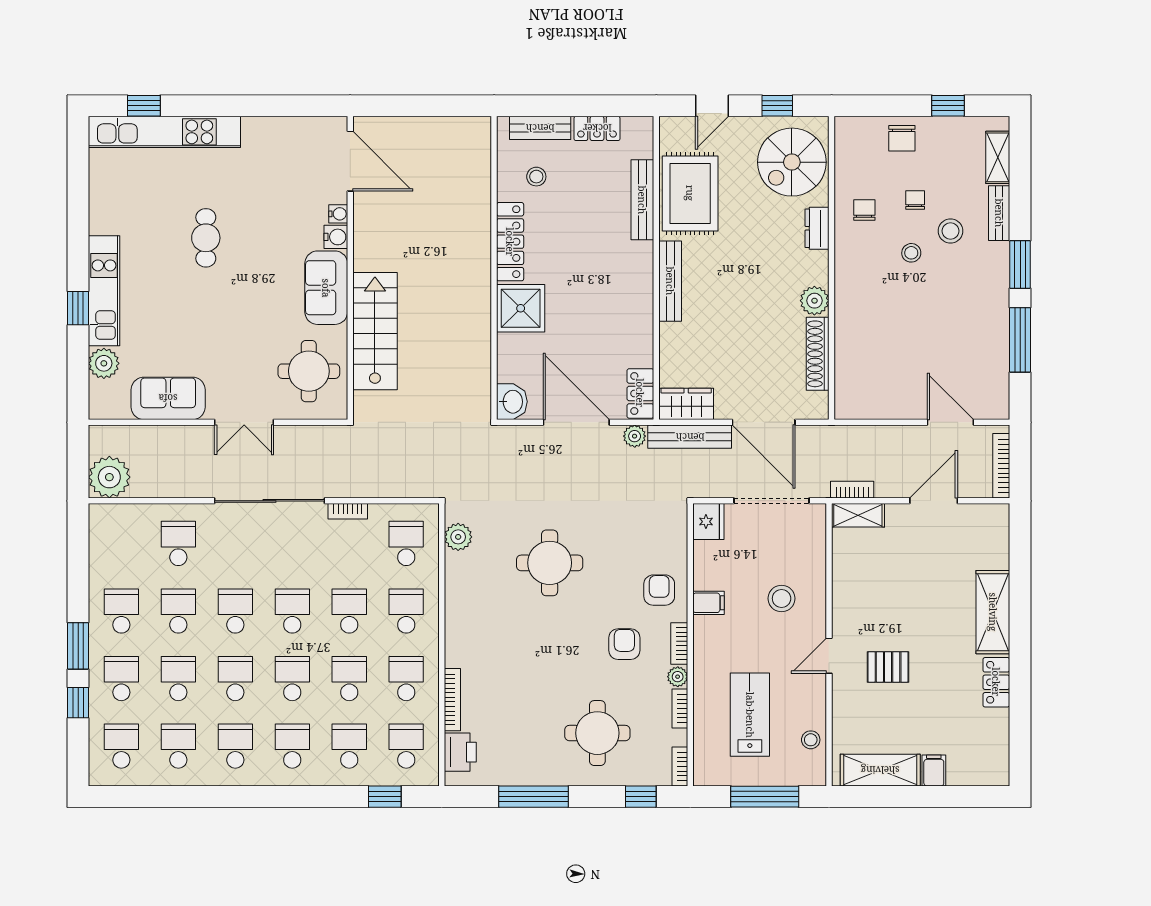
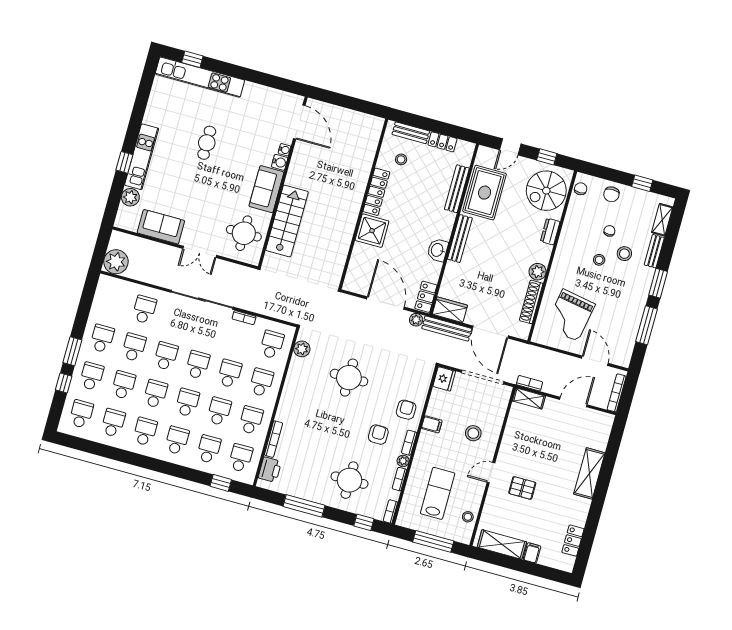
chair: (864, 210) -> (581, 189), moved
grand piano: (889, 358) -> (570, 315), added
washbasin: (512, 402) -> (438, 250), moved, turned 180
locker: (996, 682) -> (573, 541), moved

